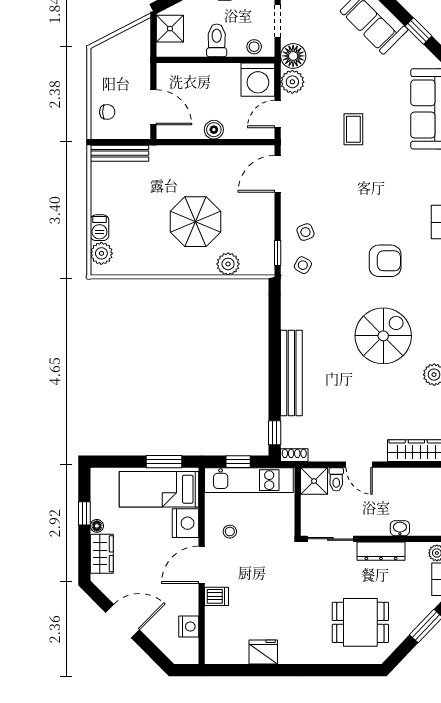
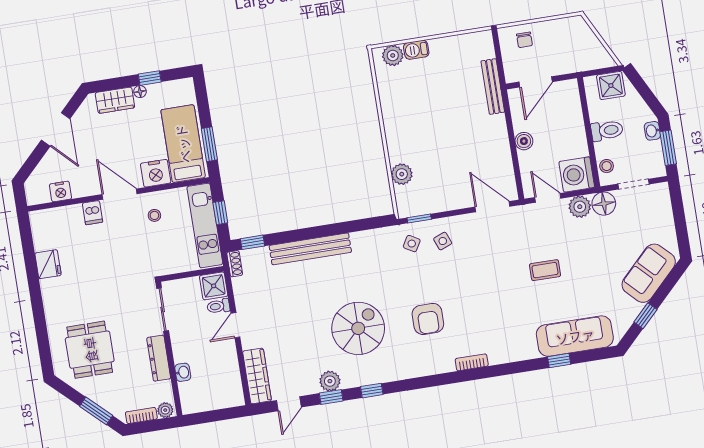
bench: (119, 153) -> (493, 87), moved
parasol: (195, 222) -> (436, 138), removed
spiral stairs: (383, 336) -> (358, 328), turned -90

